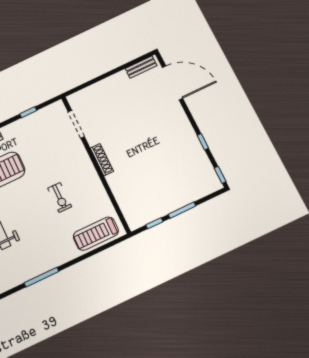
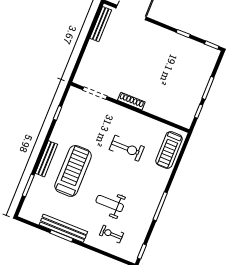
bench: (141, 67) -> (101, 24), width x1.36
exercise bike: (60, 197) -> (127, 148), width x1.38, depth x1.39

